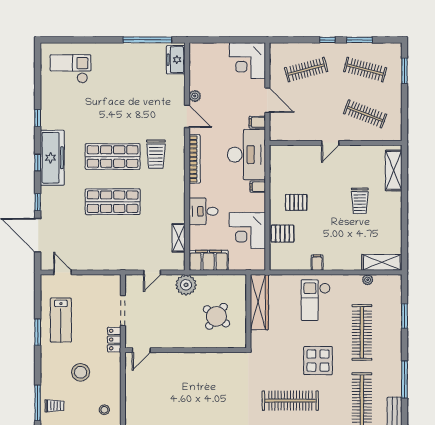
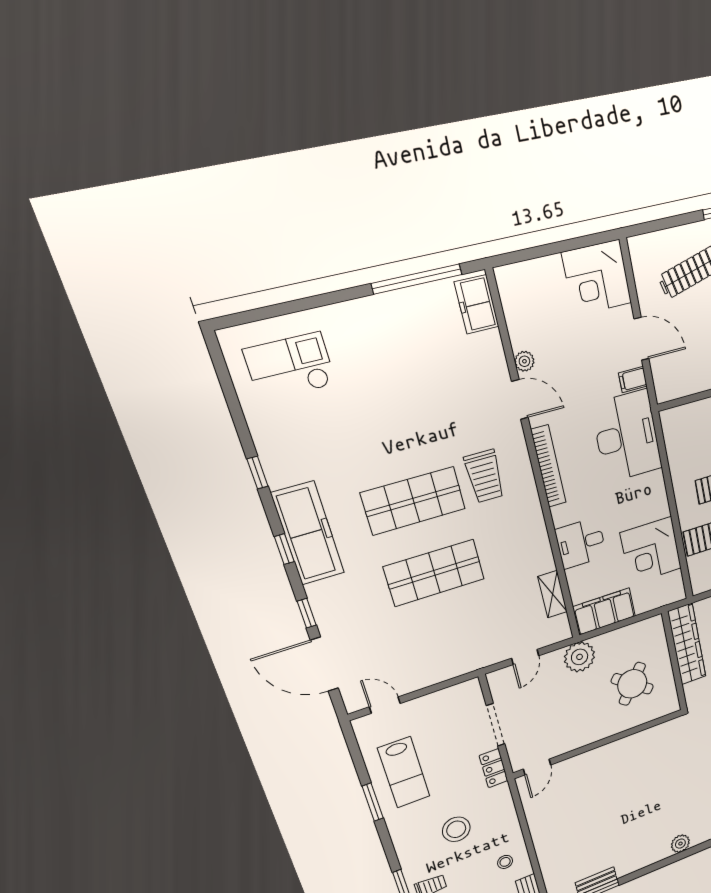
filing cabinet: (258, 187) -> (653, 481), removed

